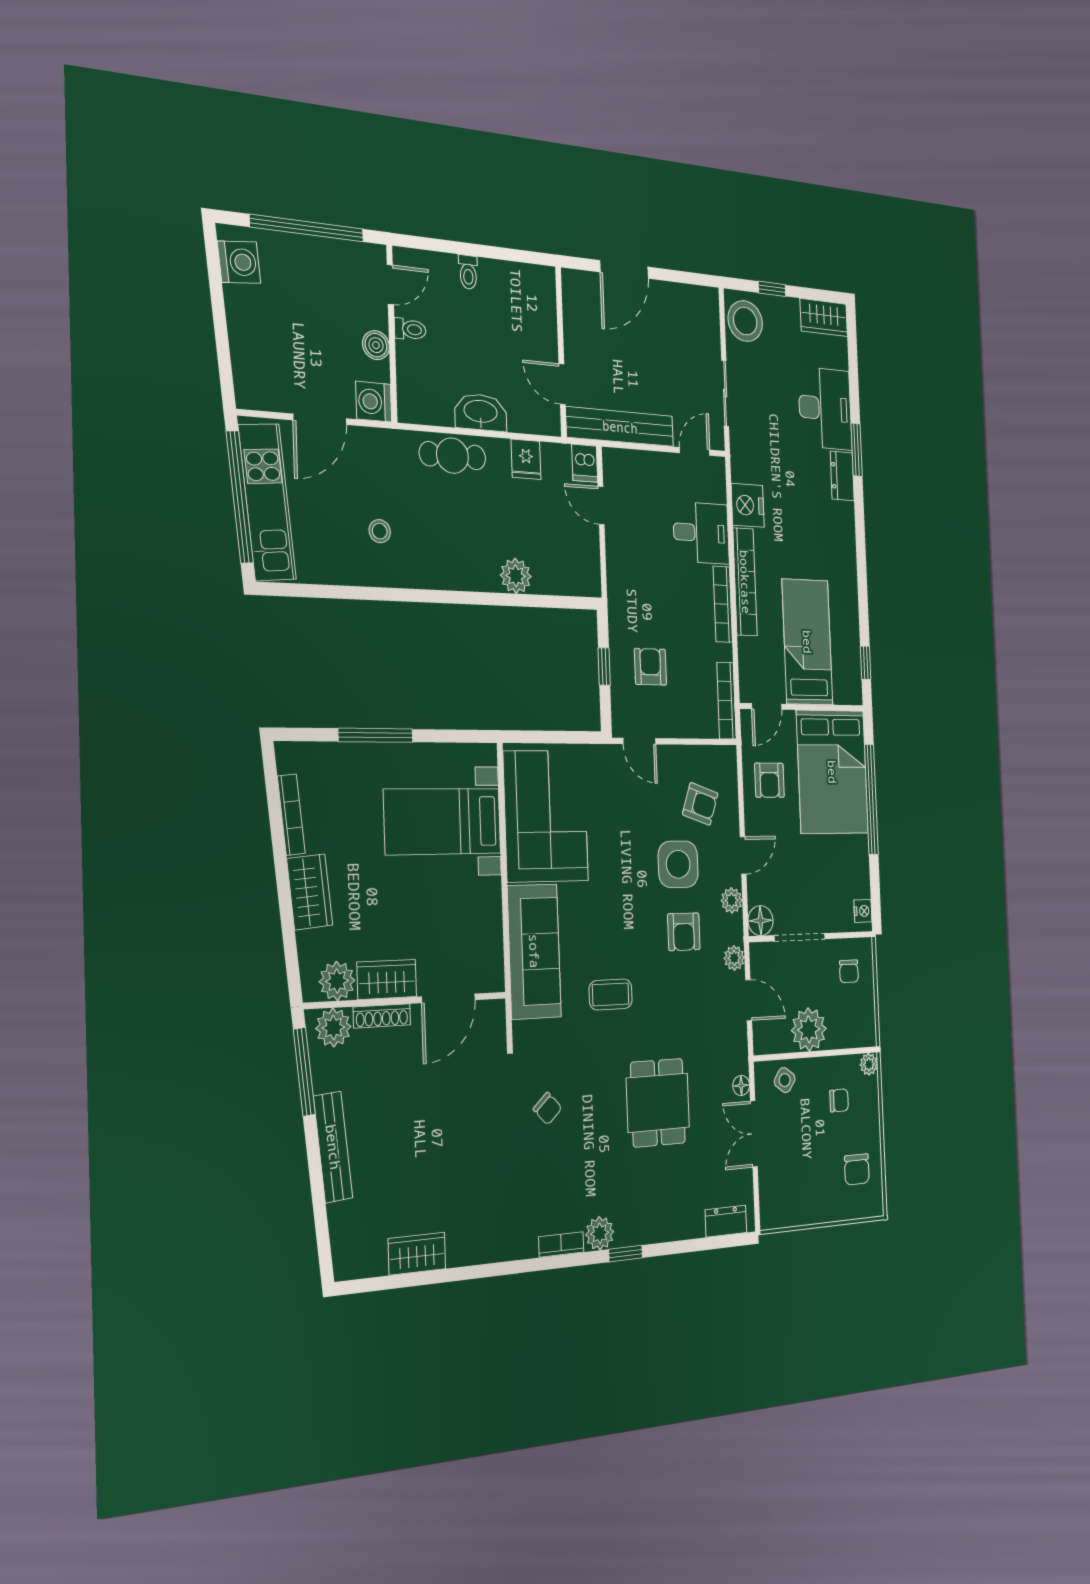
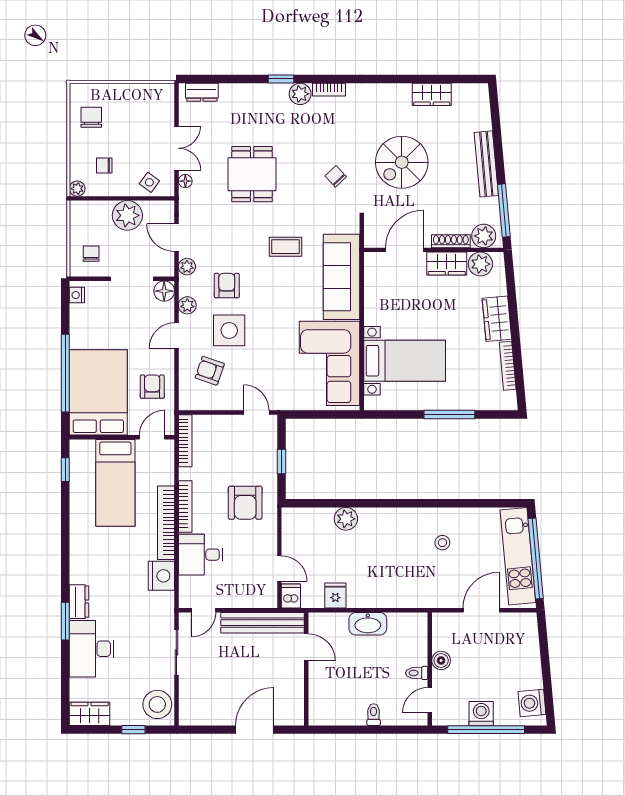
washing machine: (374, 402) -> (481, 713), moved, turned -90
cafe table: (452, 456) -> (389, 594), removed
armchair: (650, 667) -> (245, 503), moved, width x1.38, depth x1.38
spiral stairs: (457, 1139) -> (402, 162), added

